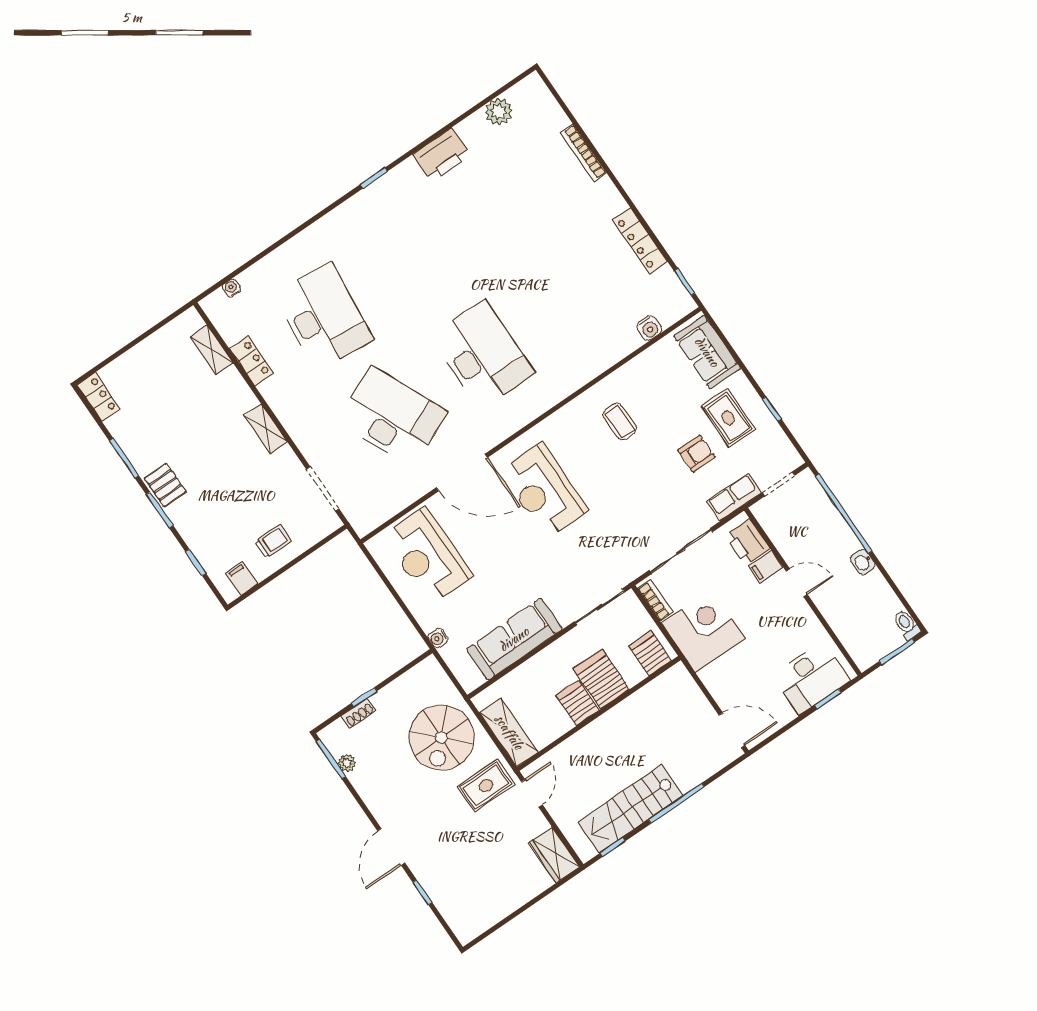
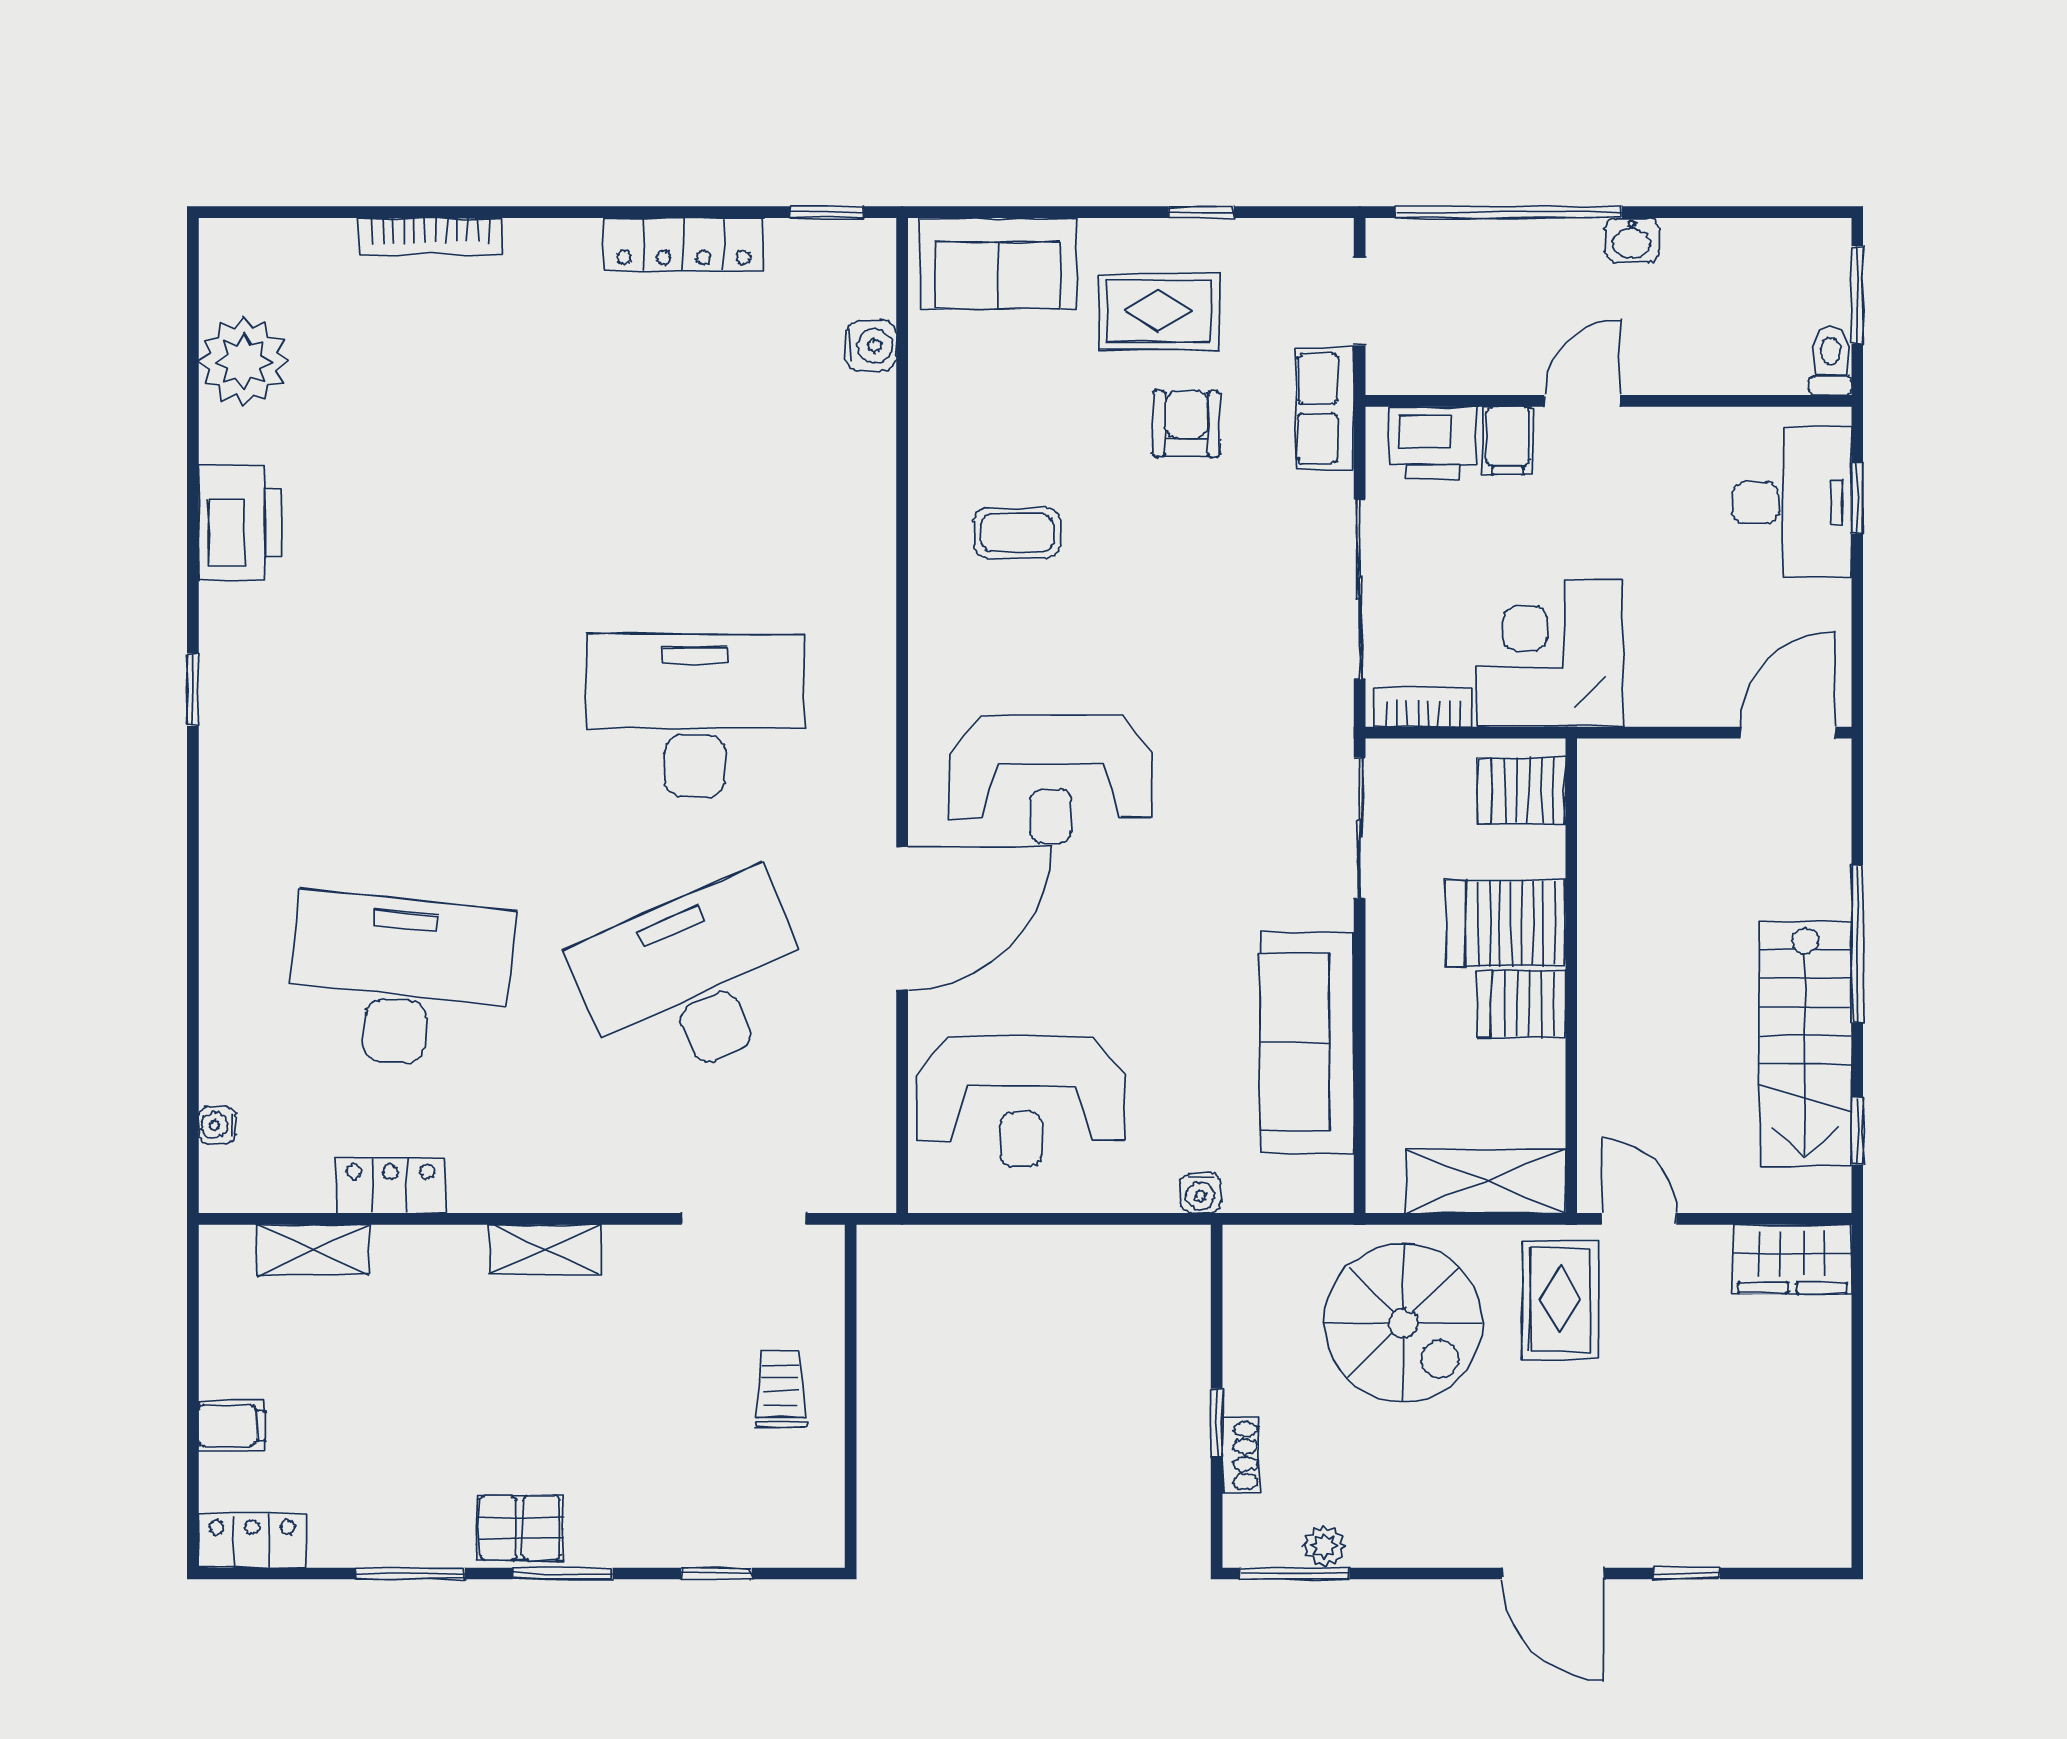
plant: (499, 112) -> (244, 361), width x1.36, depth x1.36
filing cabinet: (242, 578) -> (232, 1426), moved, turned 180
toilet: (907, 625) -> (1830, 361), moved, turned 90

